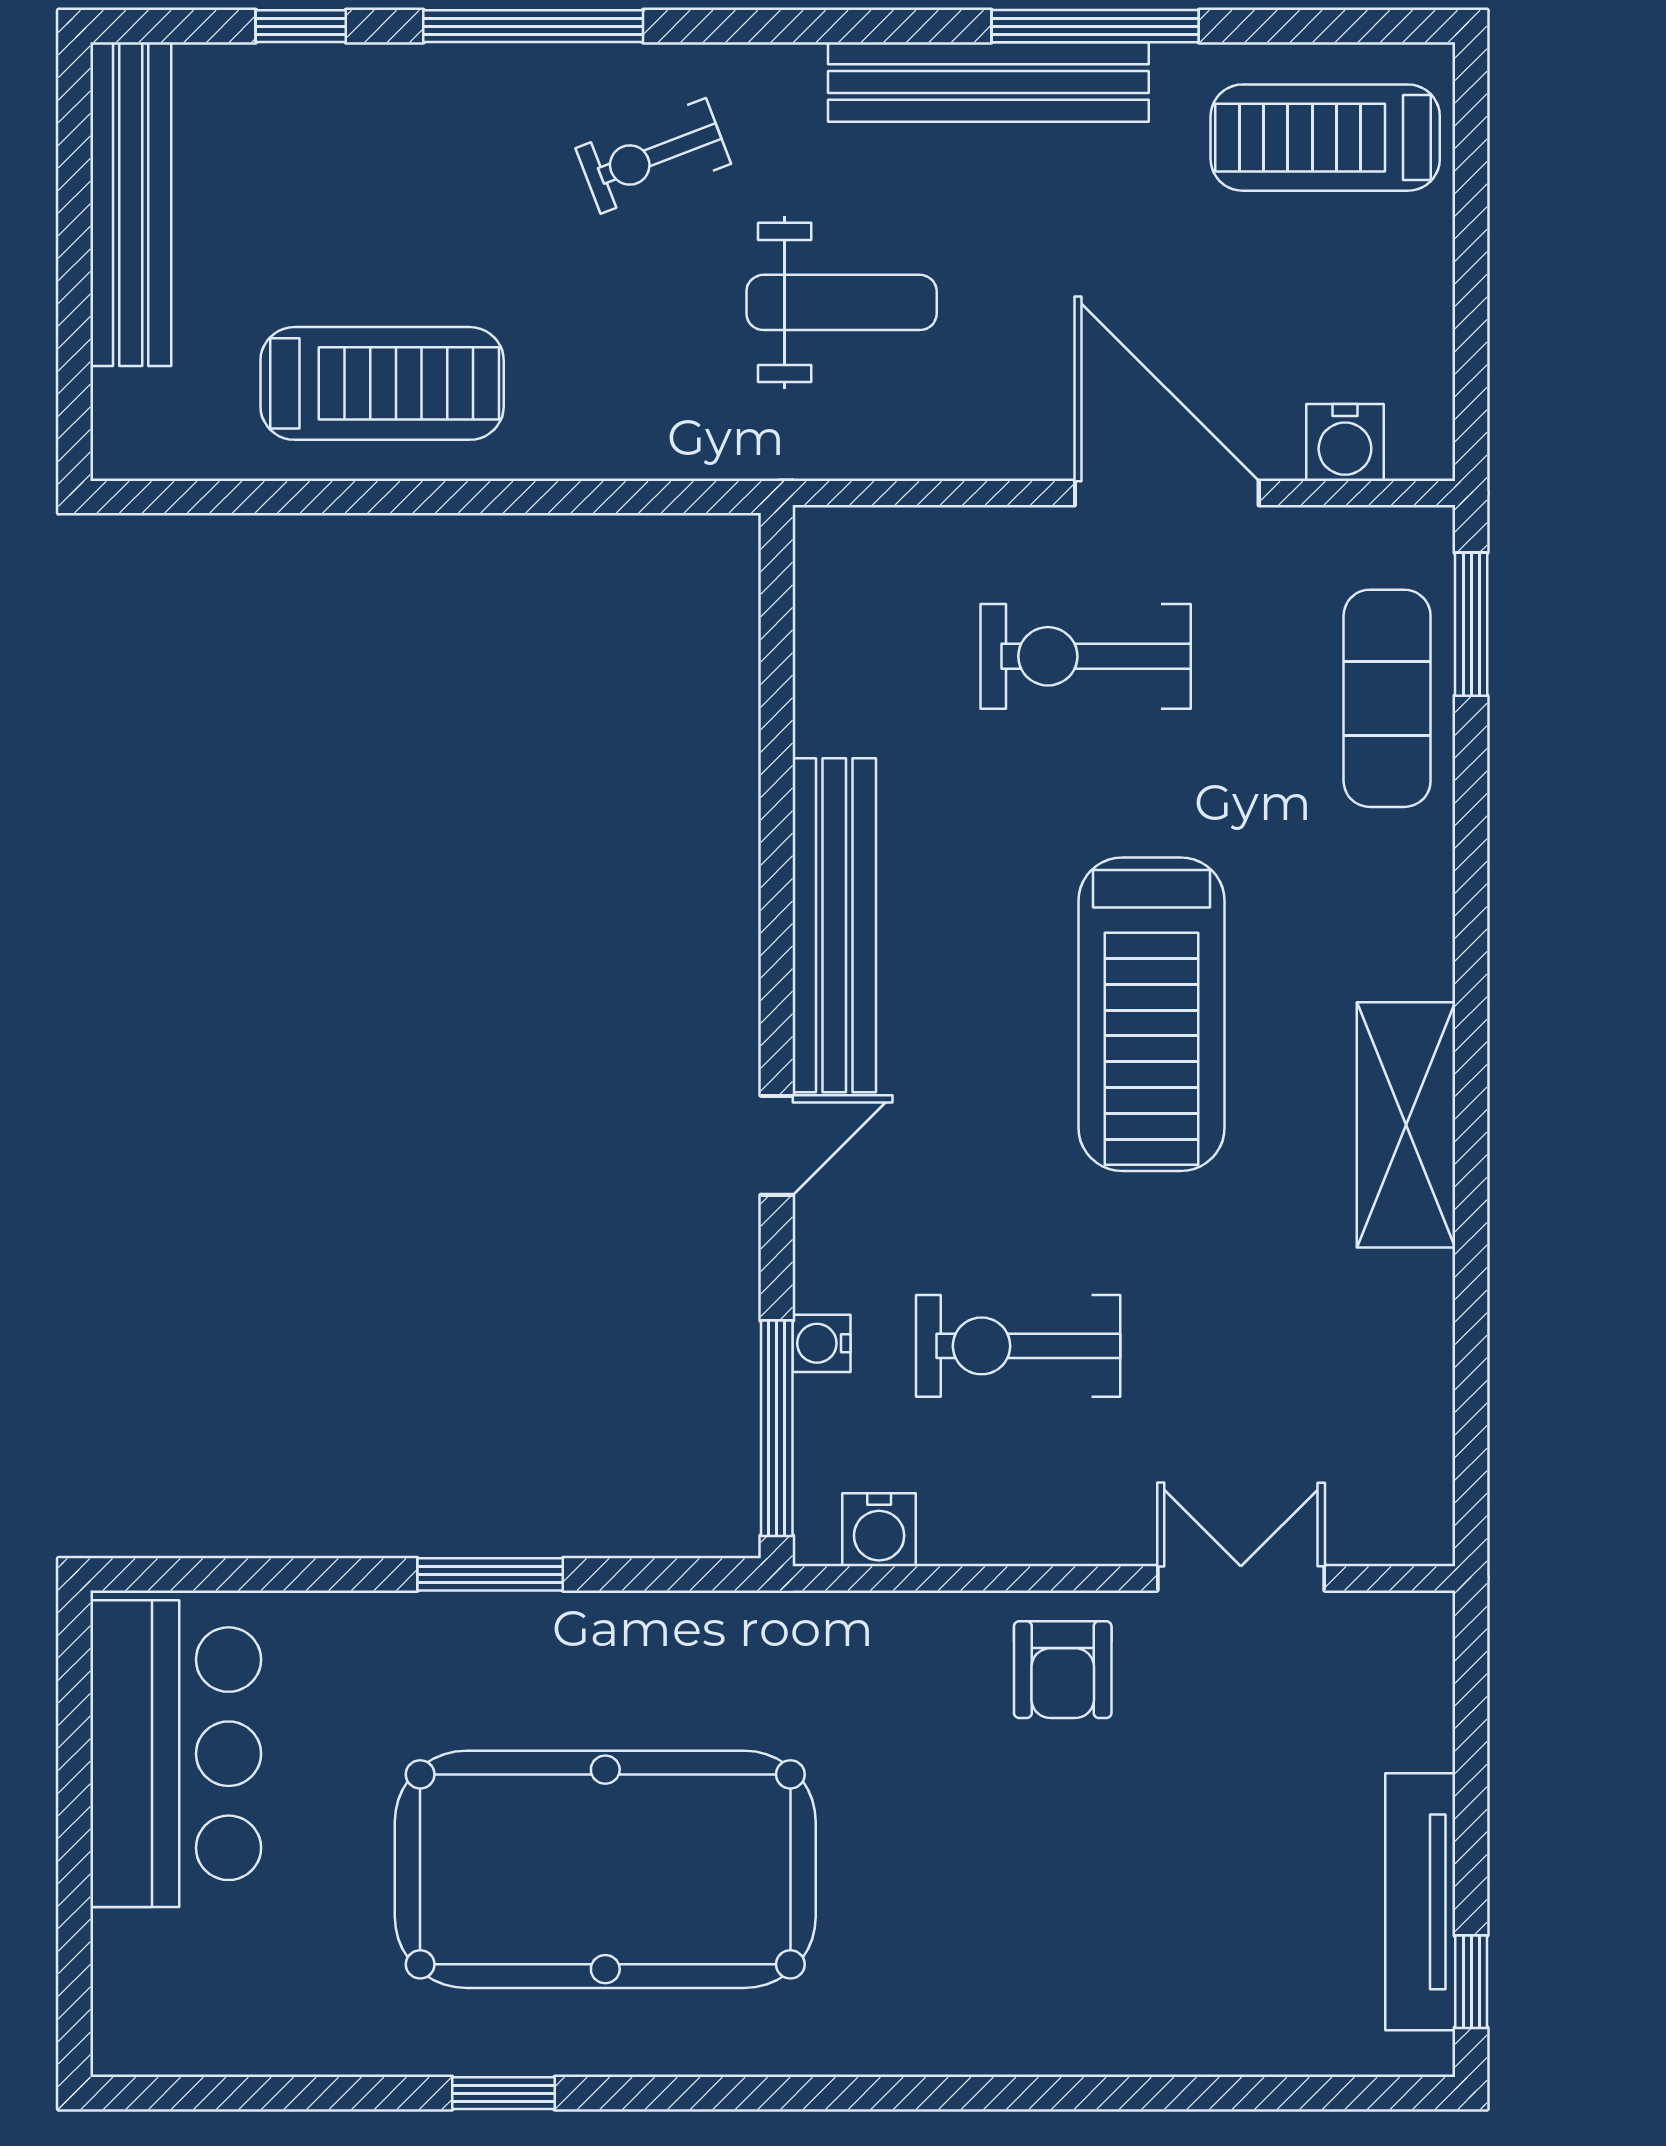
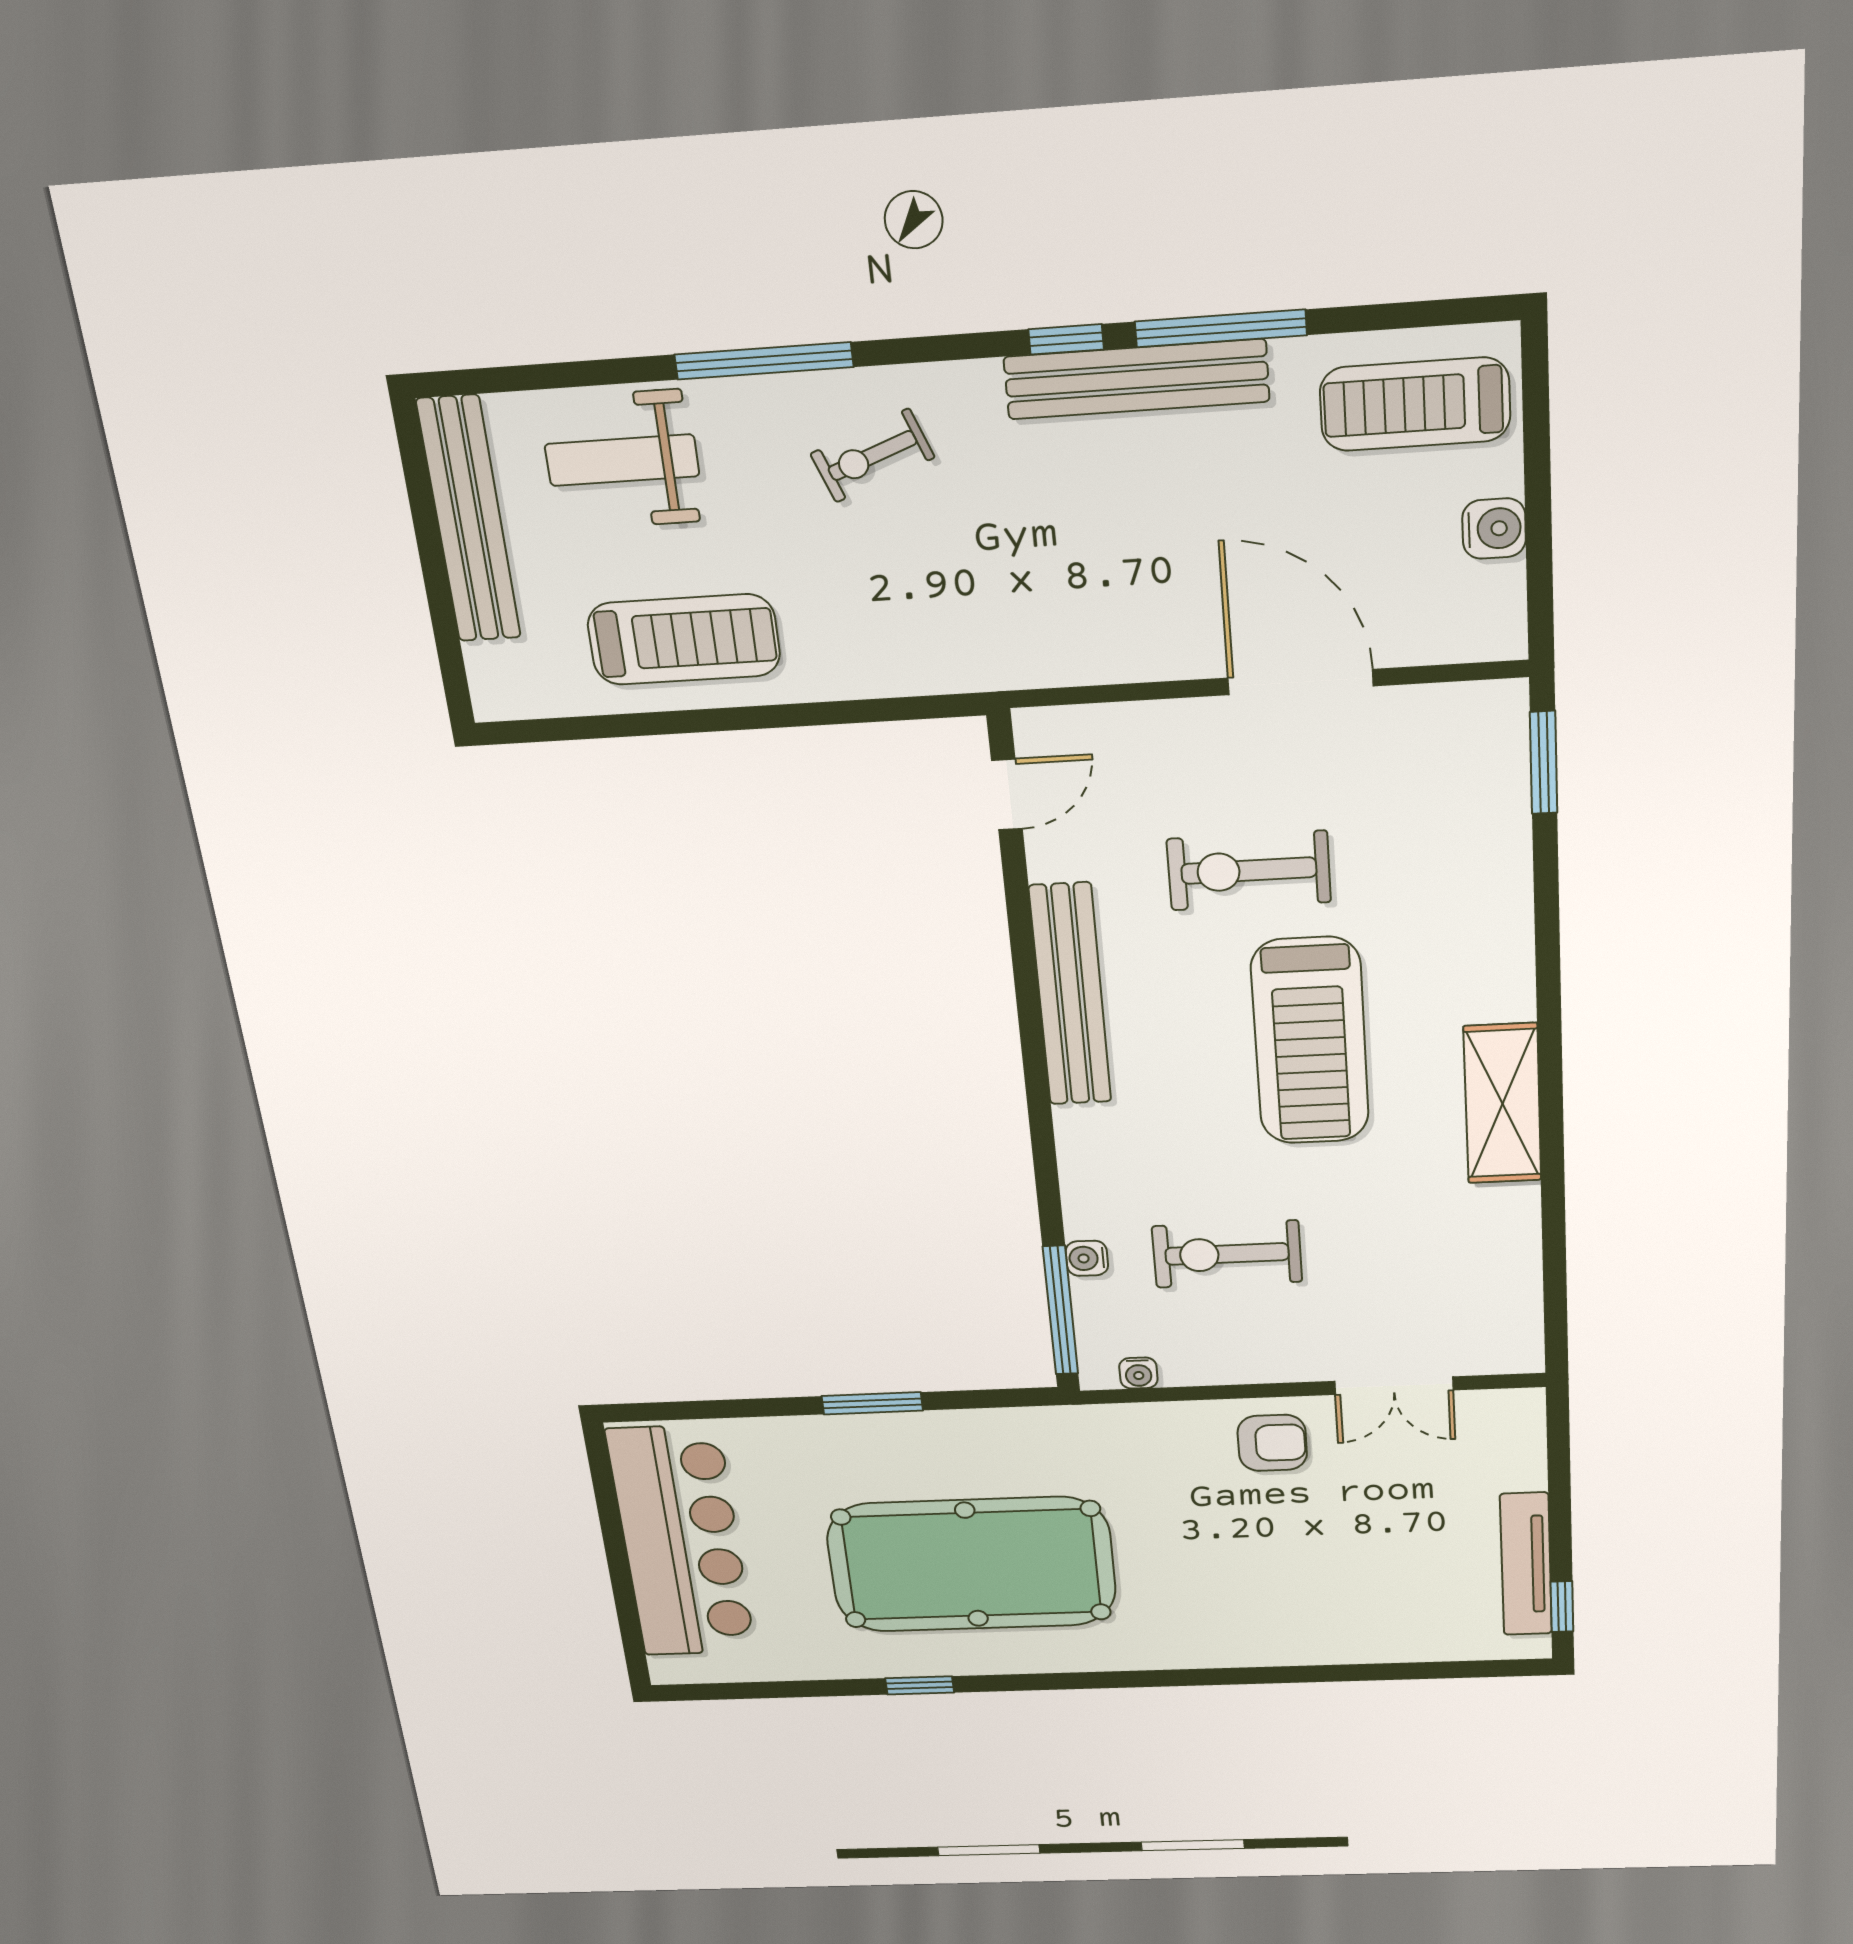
window: (301, 26) -> (1066, 339), moved
weight bench: (842, 302) -> (622, 460), moved, turned 180
water cooler: (1345, 442) -> (1494, 529), moved, turned -90
exercise bike: (1086, 656) -> (1249, 871), moved
exercise mat: (1387, 698) -> (1479, 819), removed
door: (777, 1145) -> (1007, 795), moved
water cooler: (879, 1530) -> (1138, 1373), width x0.72, depth x0.72
double door: (1241, 1578) -> (1394, 1386), swing flipped
armchair: (1063, 1670) -> (1272, 1443), turned -90
bar counter: (176, 1754) -> (681, 1542), width x1.36

